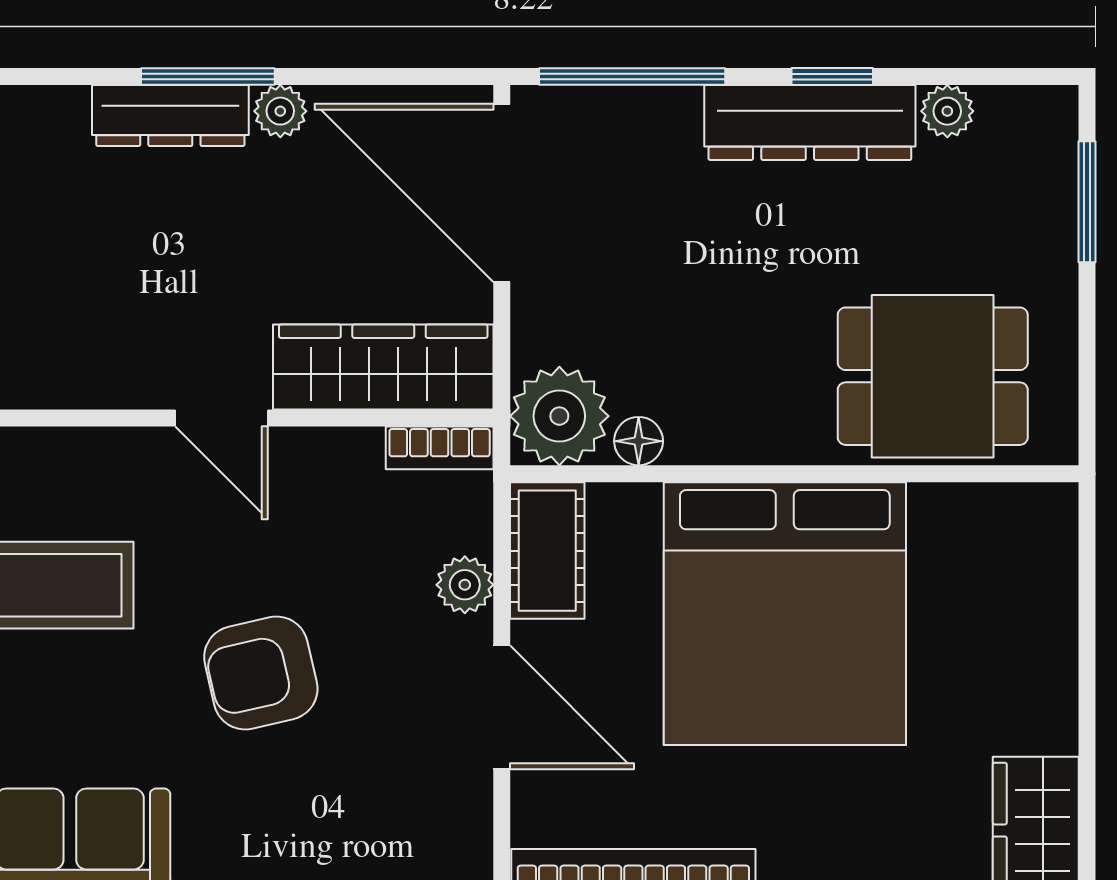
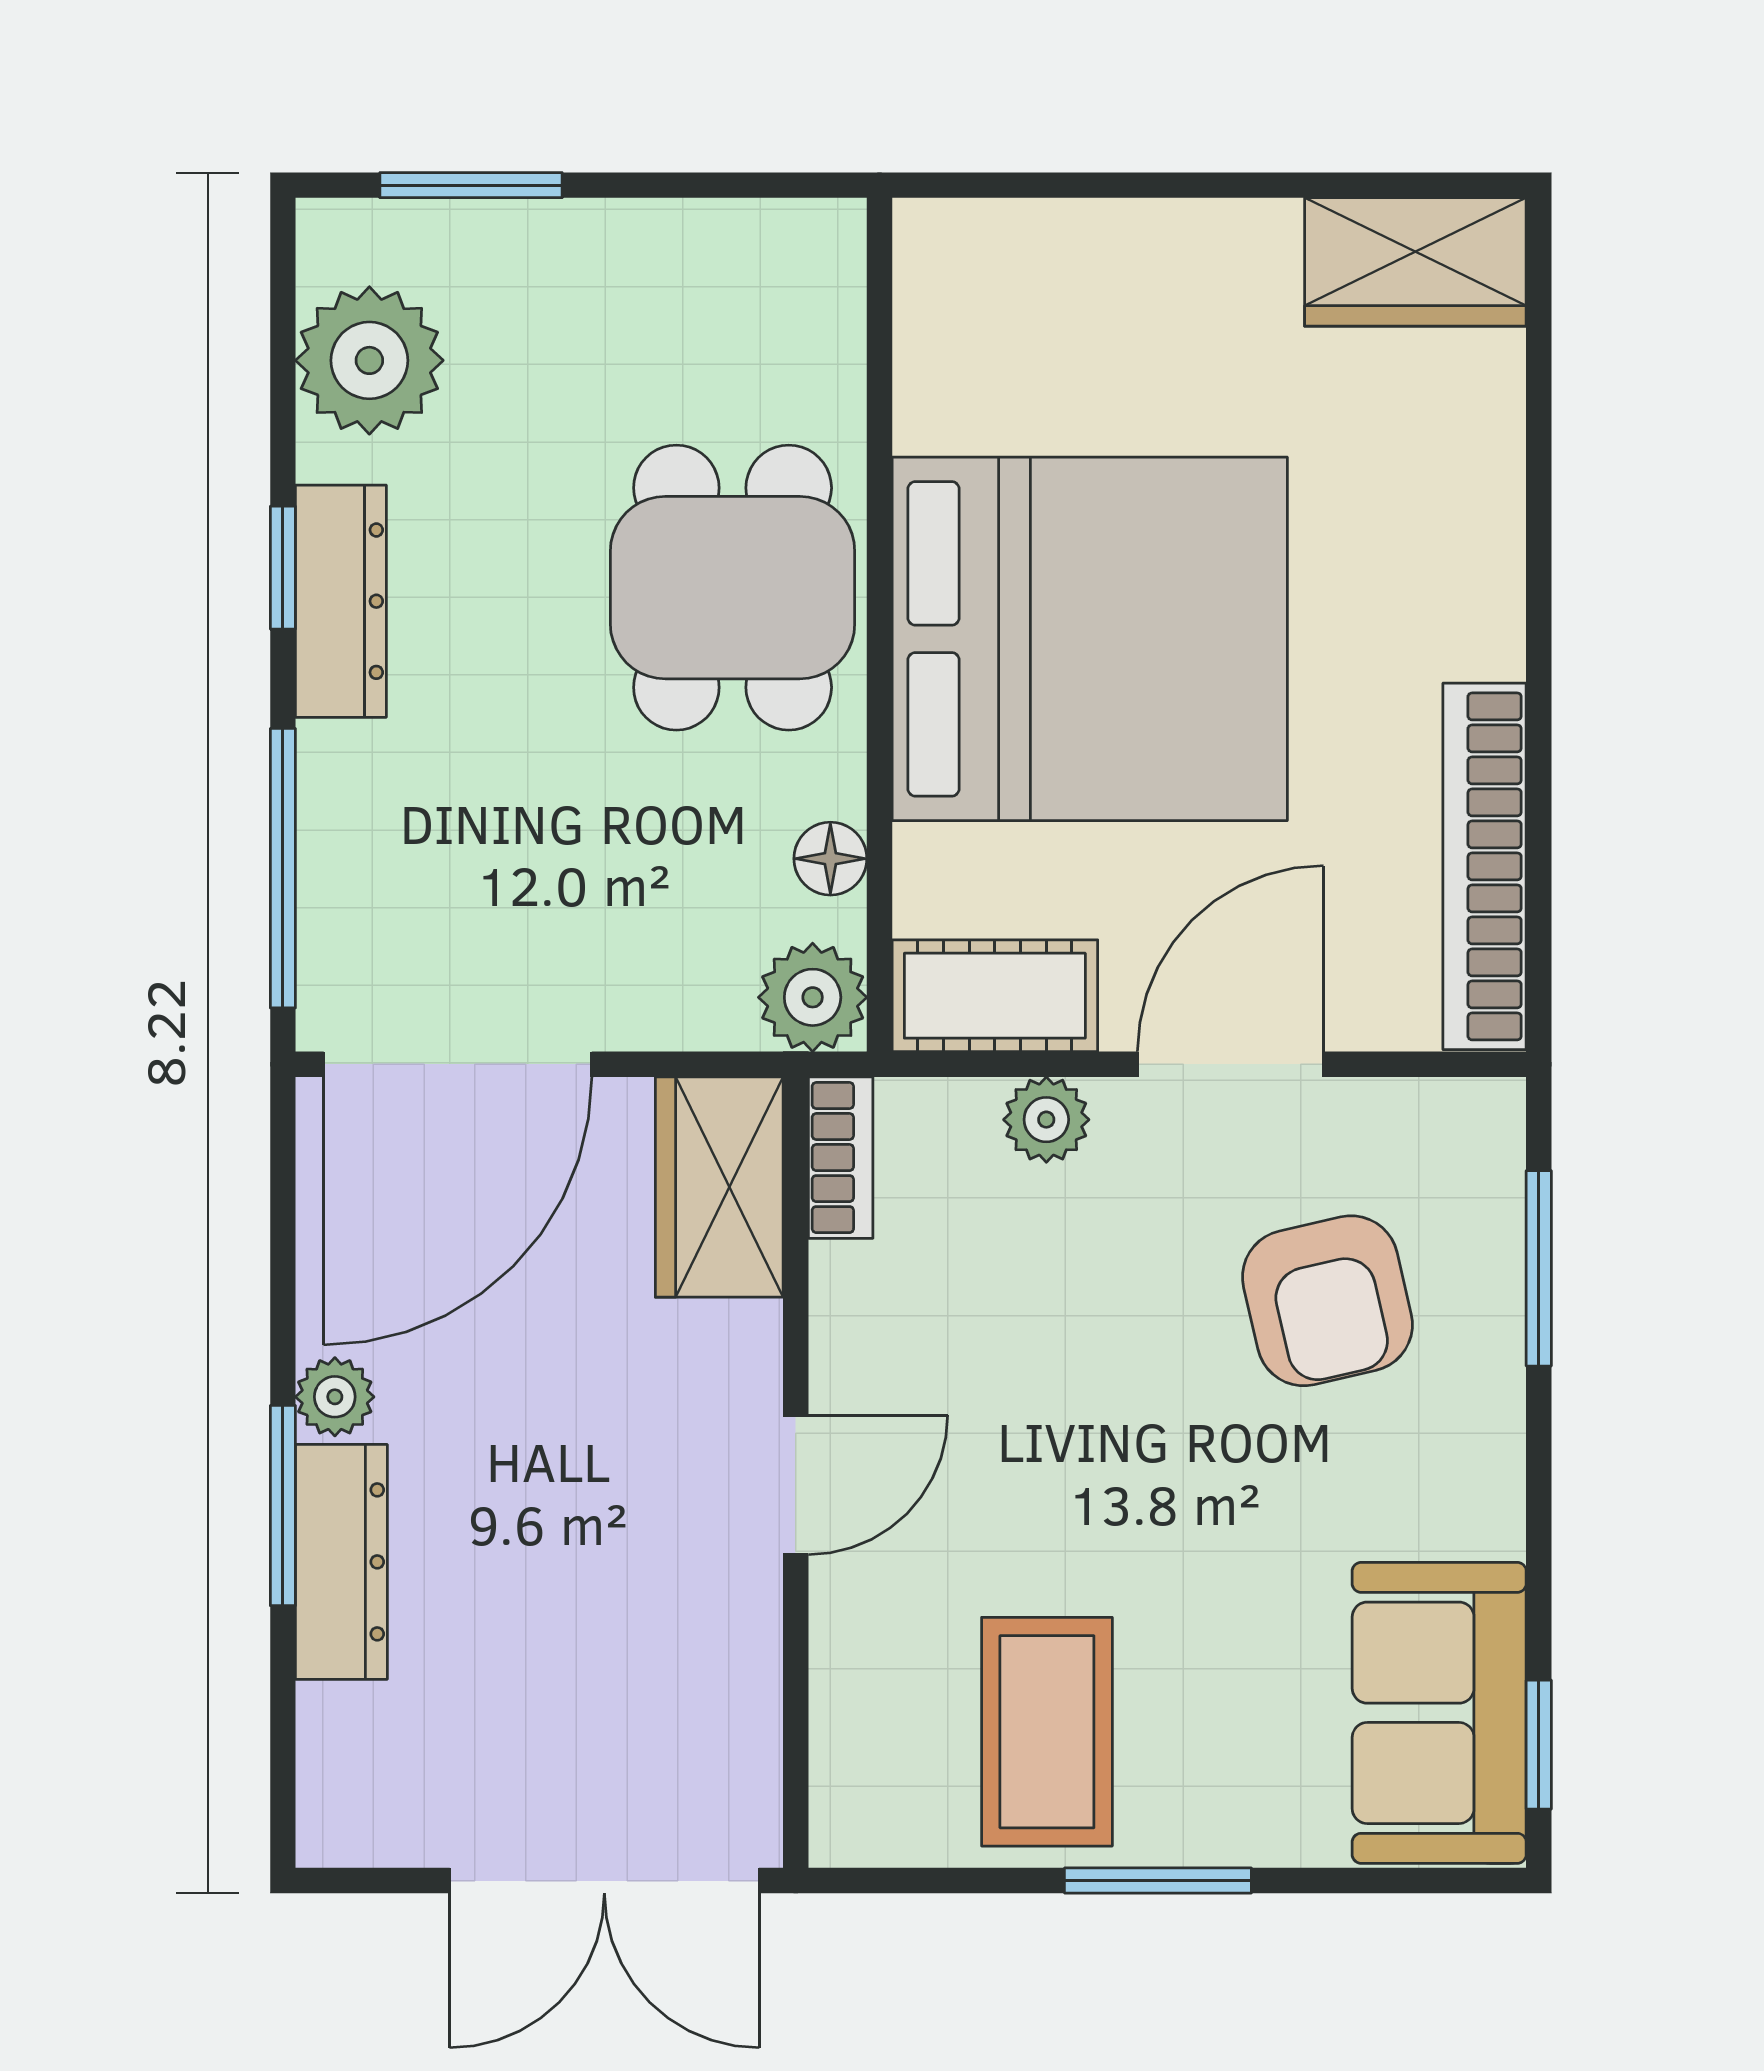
plant: (947, 111) -> (369, 360), width x1.88, depth x1.88
dresser: (810, 123) -> (341, 601), width x0.73, depth x0.80
wardrobe: (383, 367) -> (719, 1187), width x0.67
dining table: (933, 376) -> (733, 588), moved
plant: (559, 416) -> (813, 997), width x0.73, depth x0.73
armchair: (261, 673) -> (1327, 1301), moved

